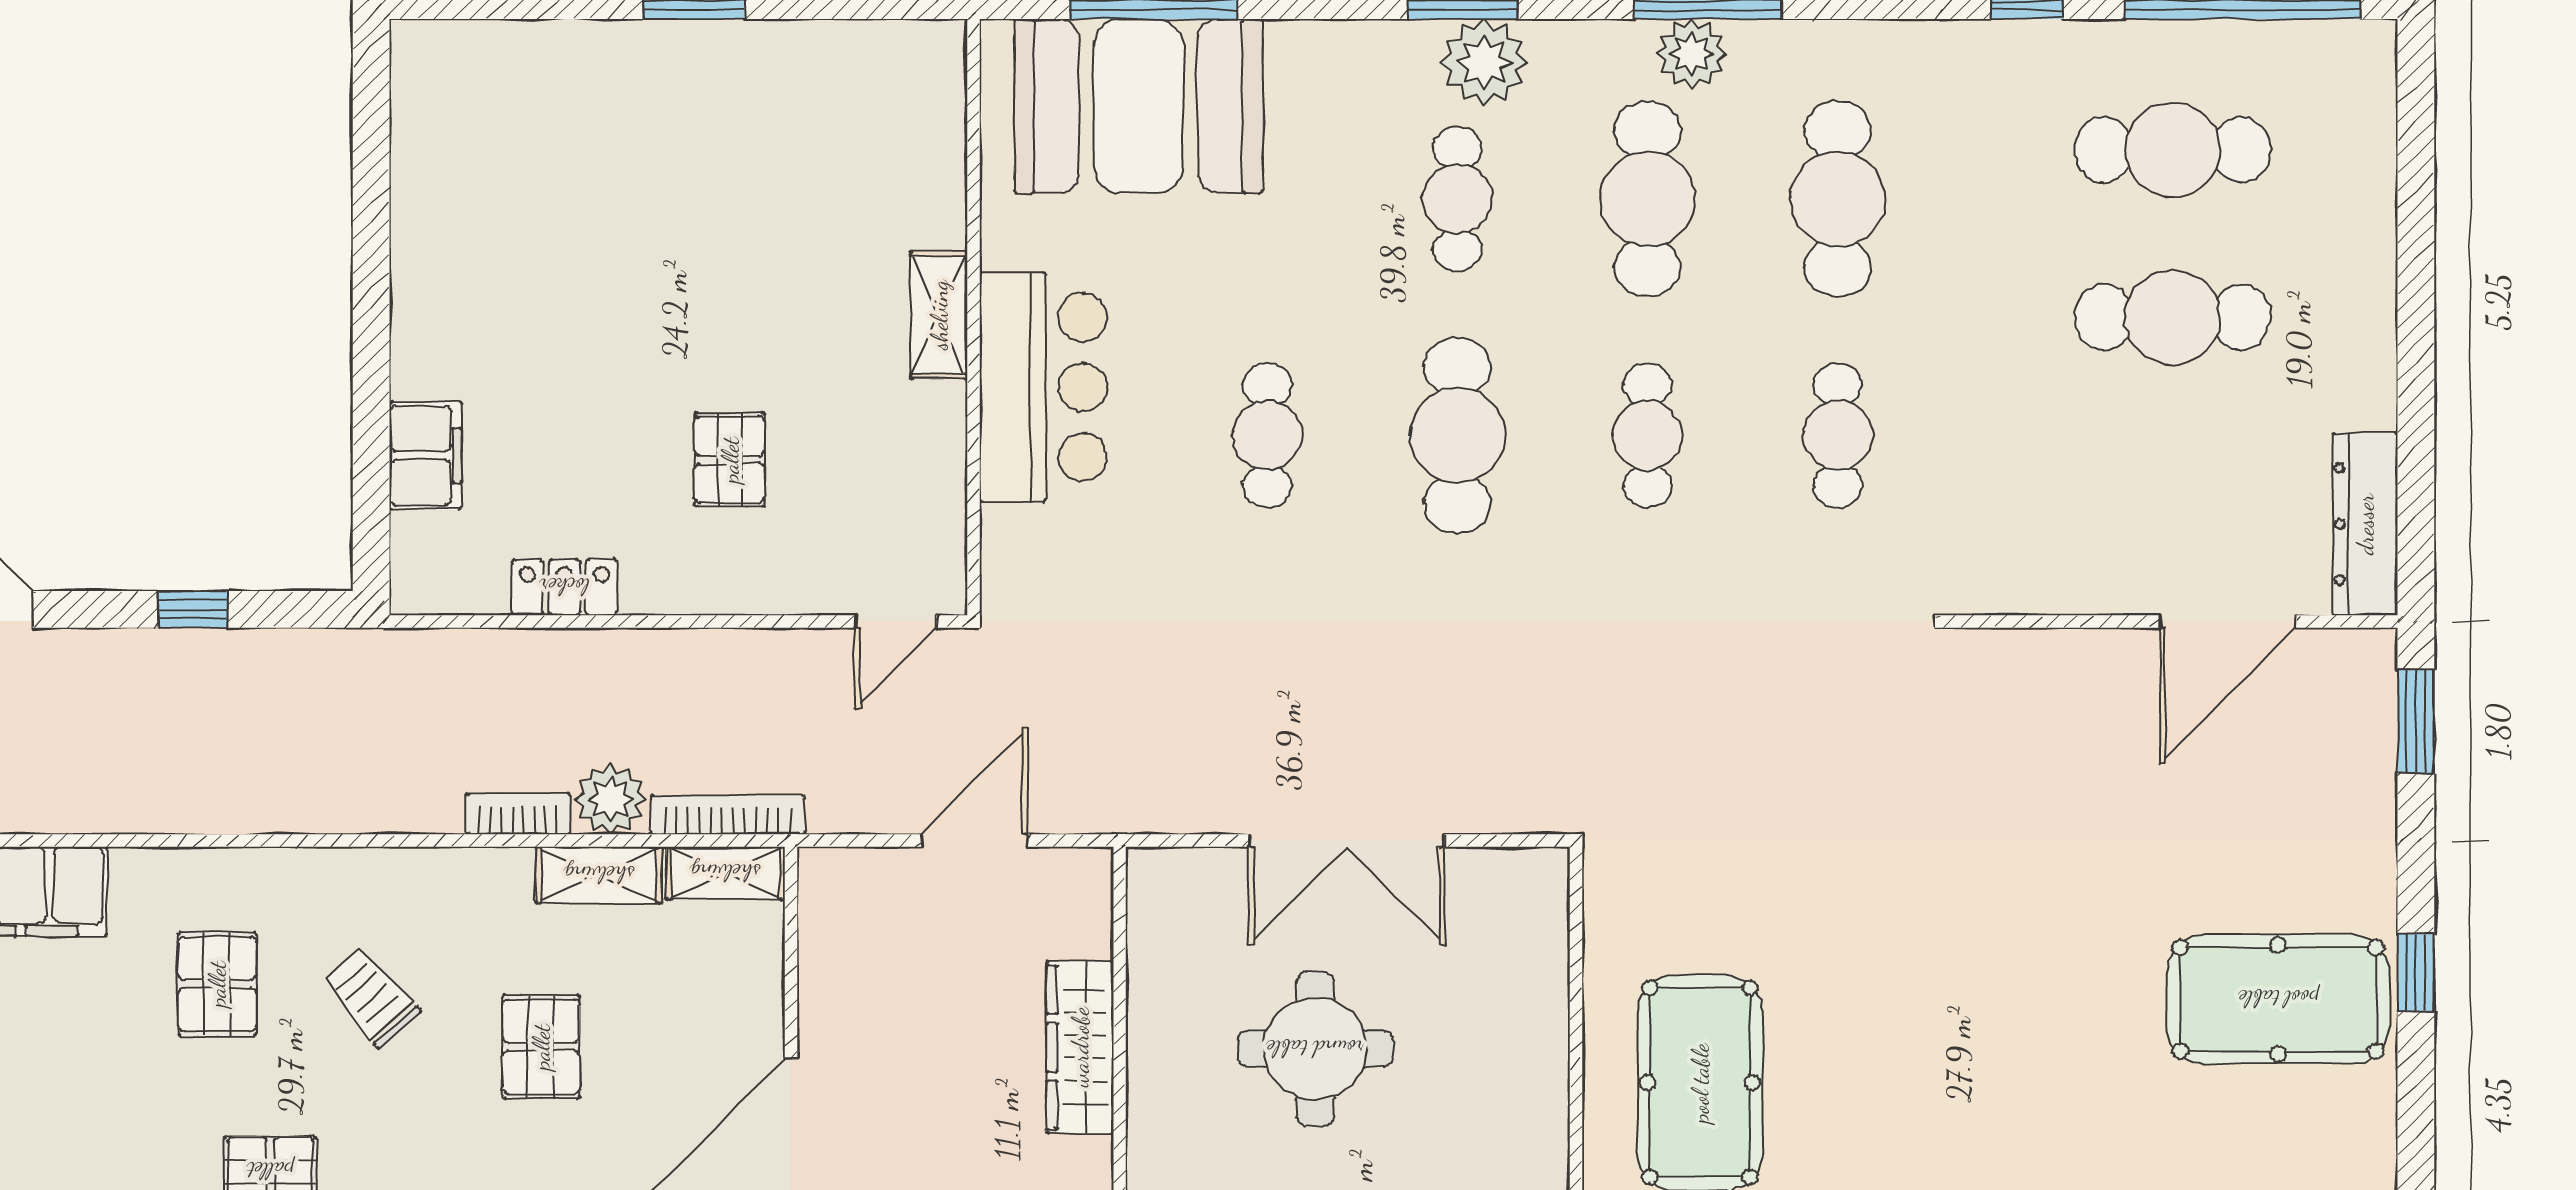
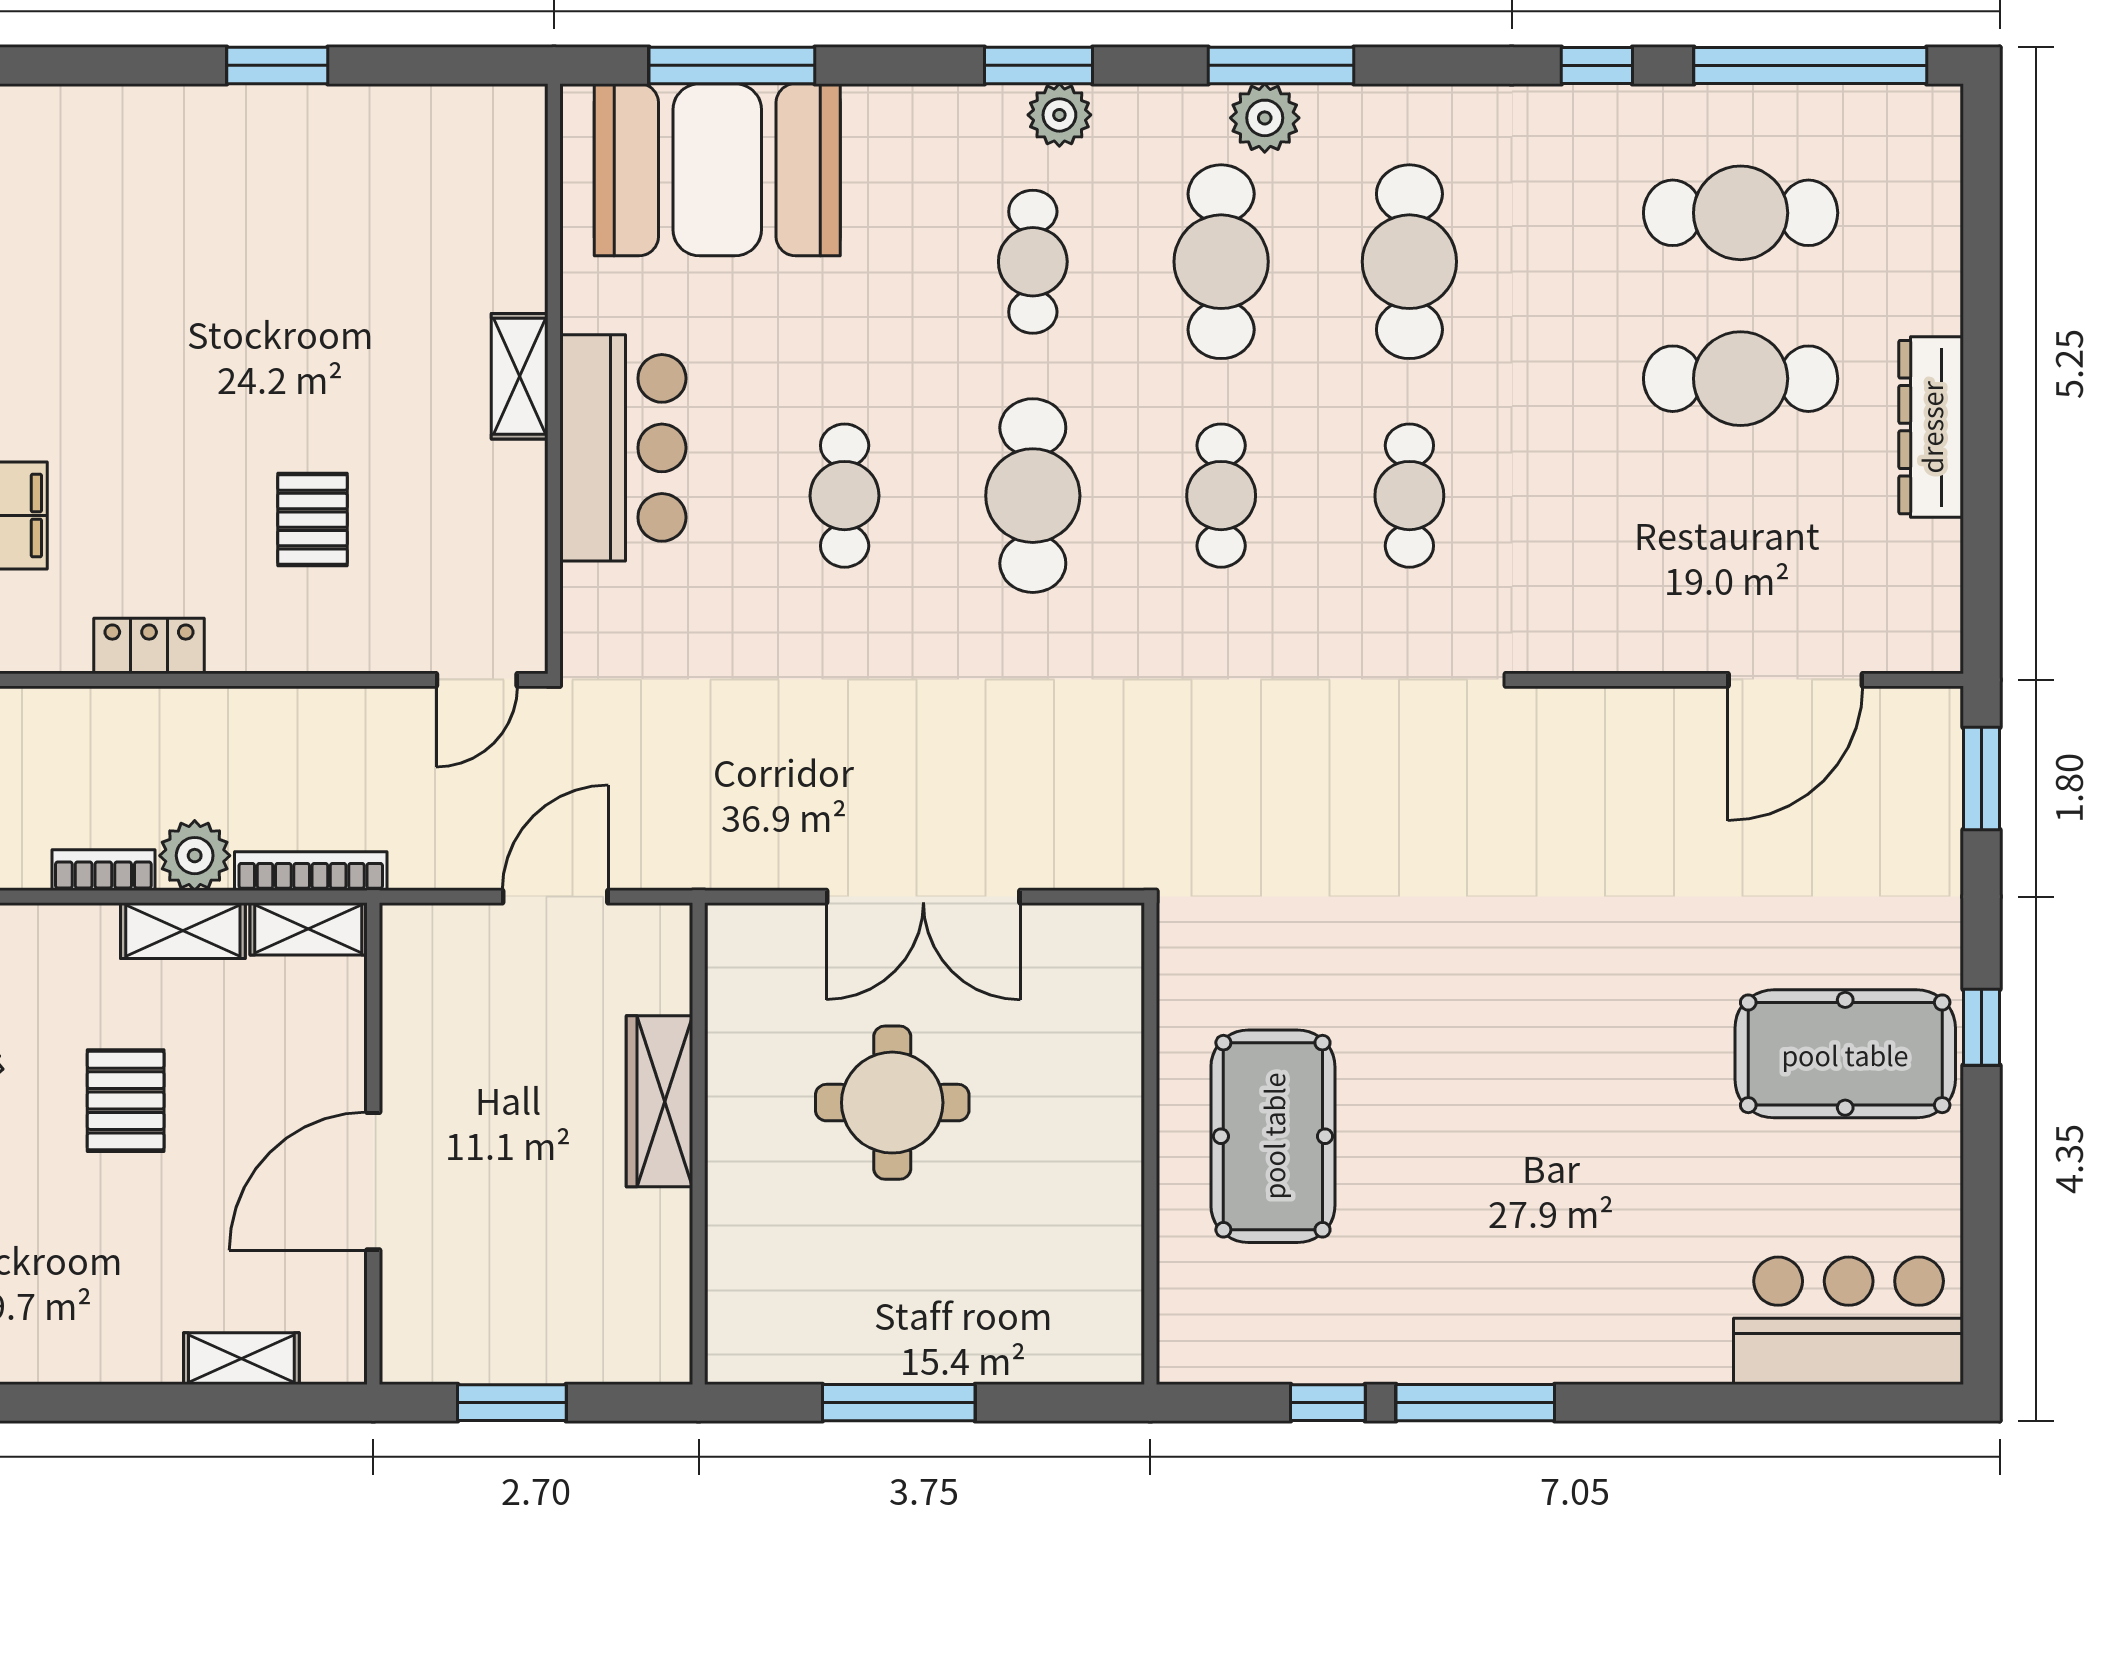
plant: (1484, 62) -> (1059, 115), width x0.73, depth x0.73
dresser: (2365, 524) -> (1931, 427), moved

